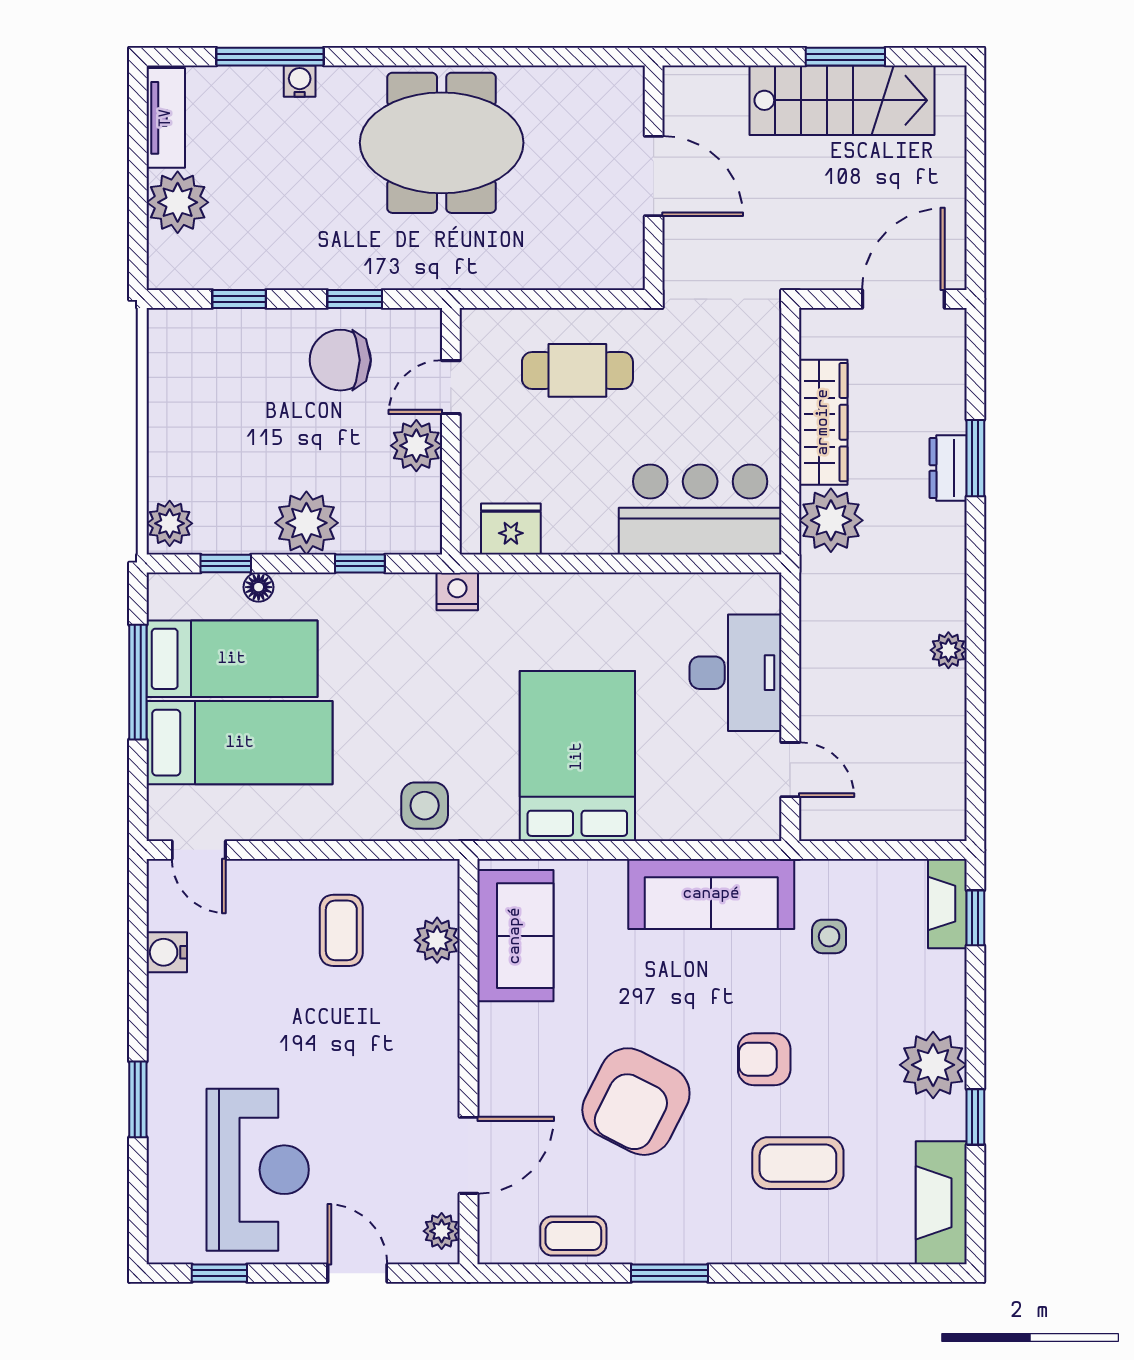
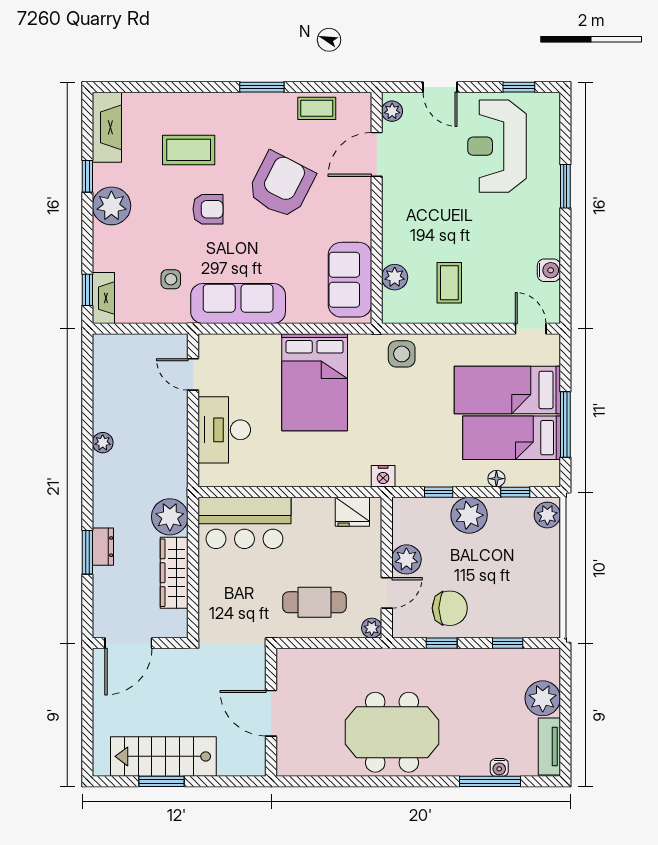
water cooler: (300, 81) -> (499, 767), moved
plant: (477, 325) -> (372, 628), added

